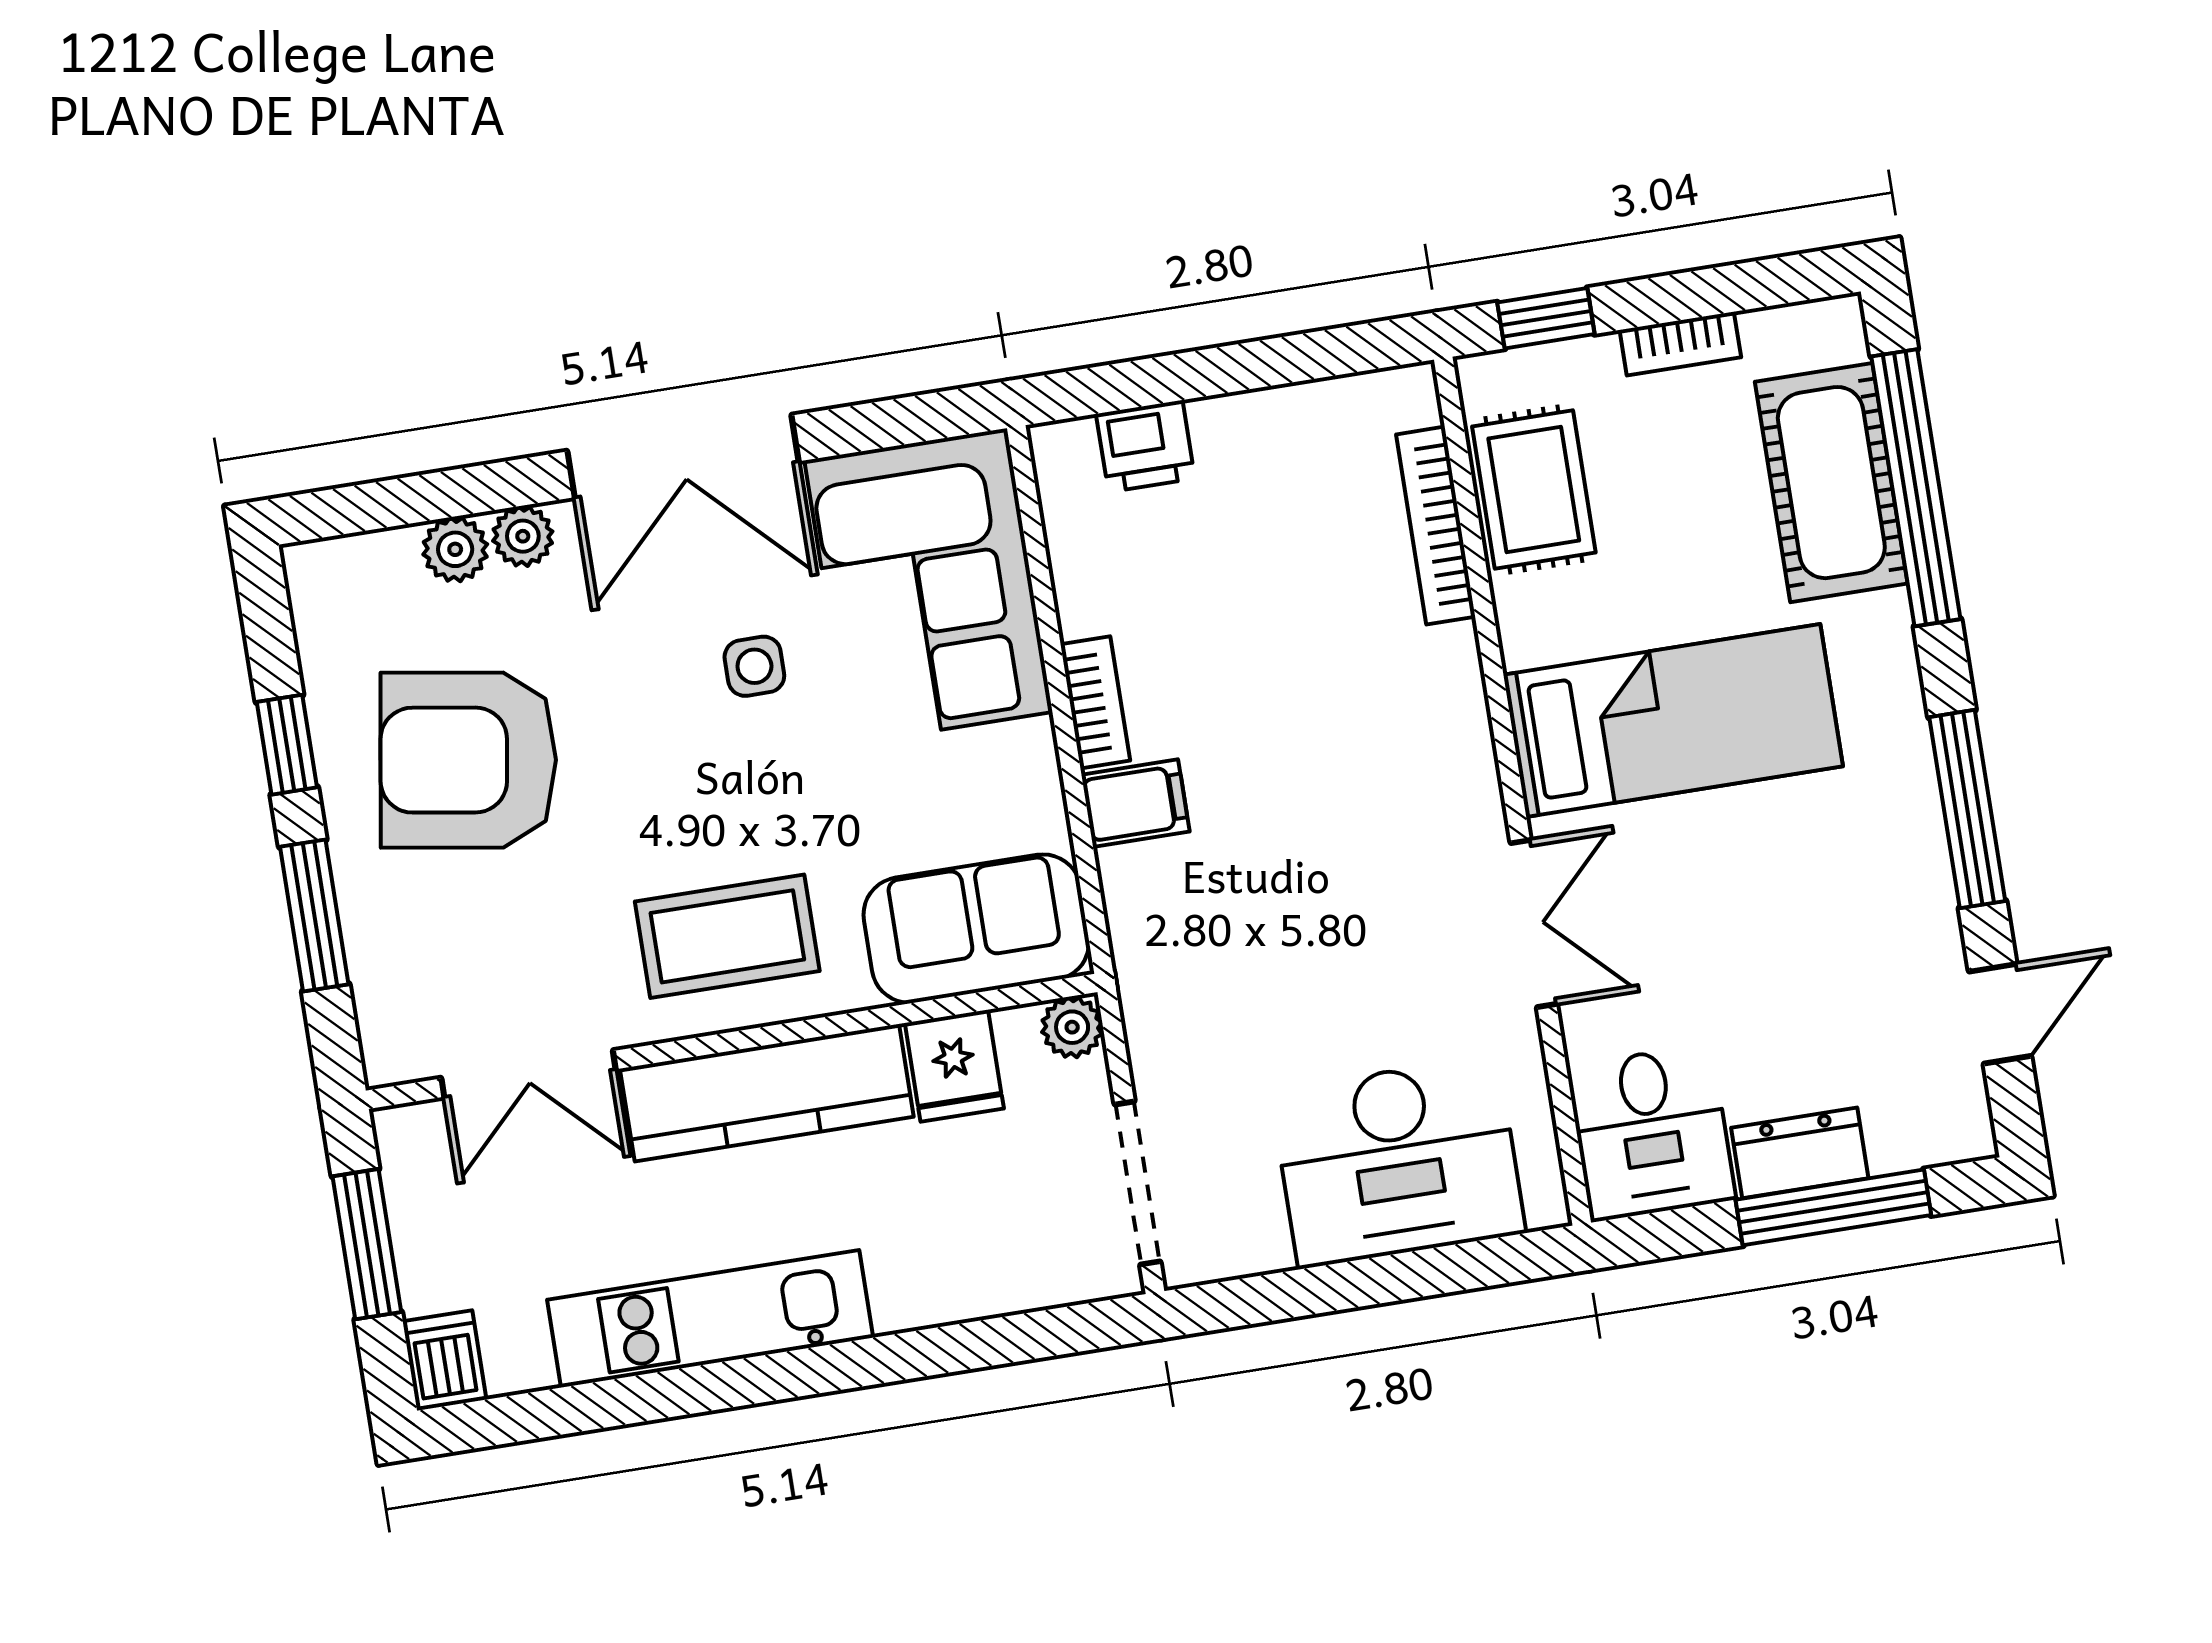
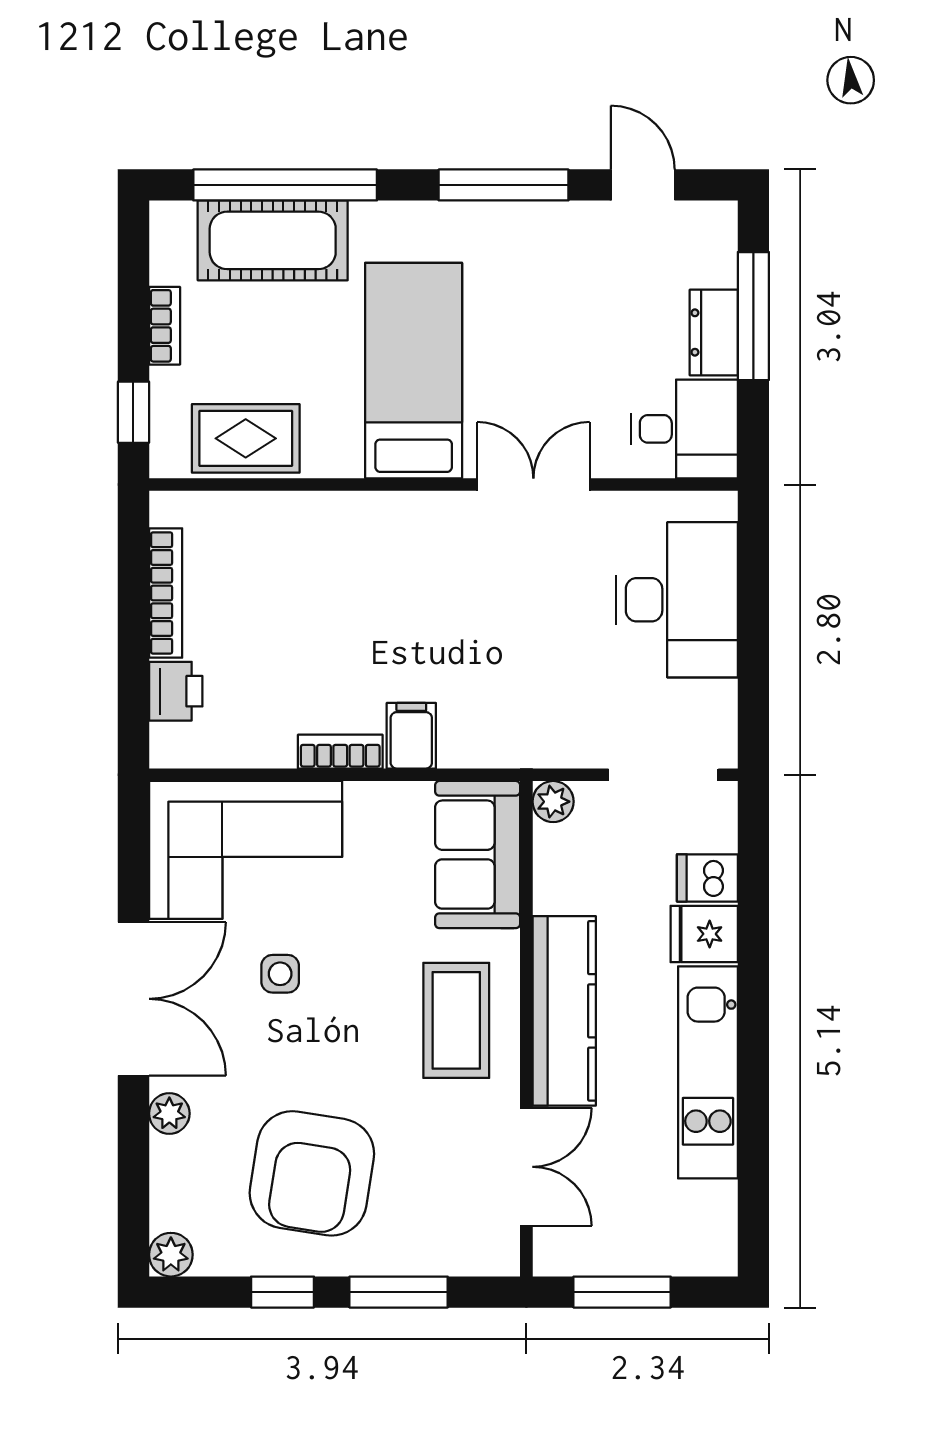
bookcase: (1436, 526) -> (166, 593), moved, turned -90
plant: (455, 549) -> (171, 1255), moved
fridge: (954, 1066) -> (704, 934), moved, turned 180
dishwasher: (445, 1360) -> (707, 878), moved

